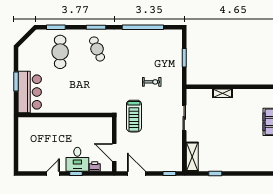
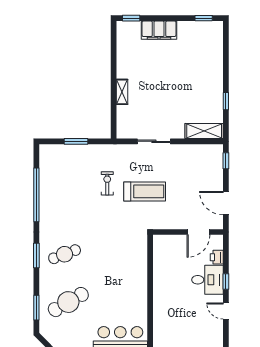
cafe table: (60, 52) -> (68, 302), turned -30
treadmill: (134, 116) -> (145, 191), moved
door: (136, 174) -> (226, 203), hinge flipped

